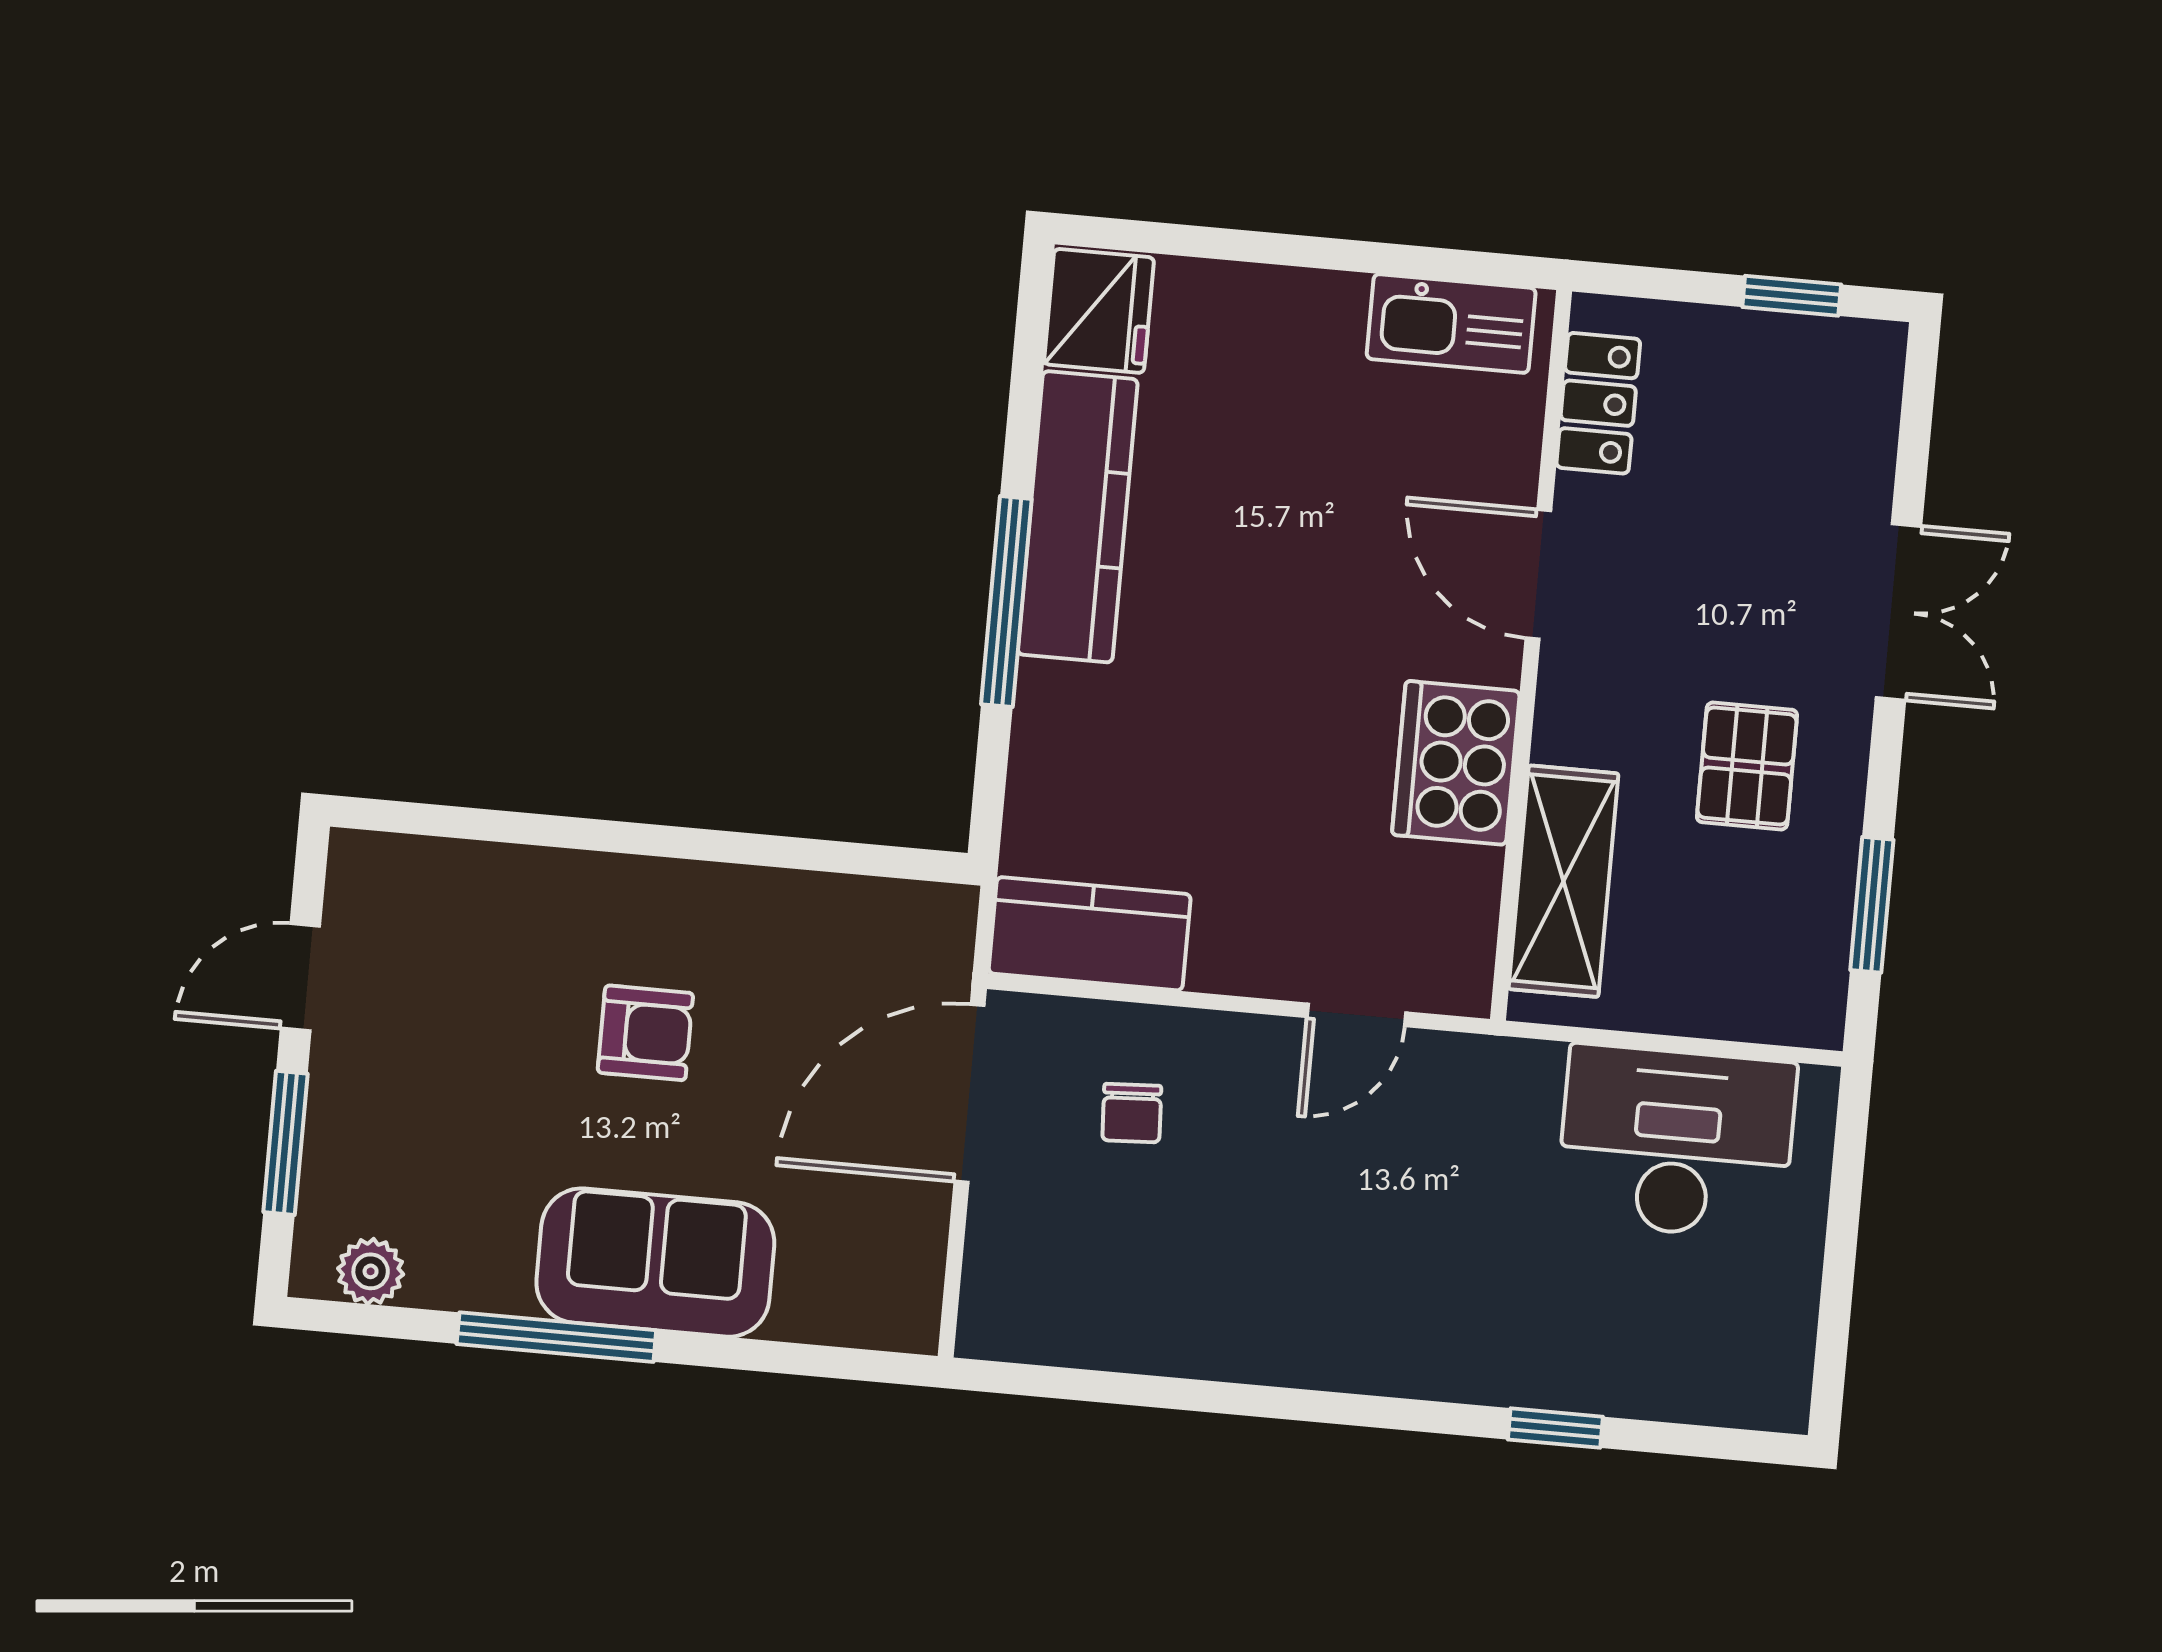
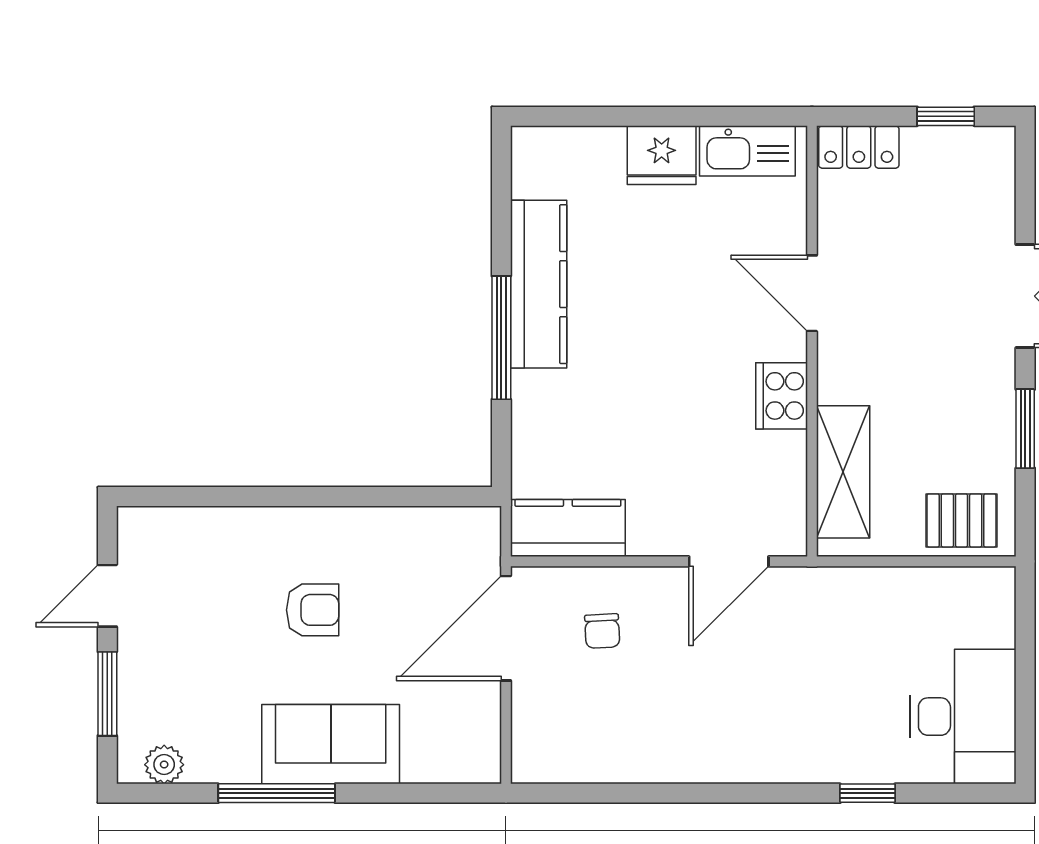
fridge: (1099, 311) -> (662, 155), moved, turned 90
locker: (1598, 403) -> (859, 147), moved, turned 90
cooker: (1456, 763) -> (782, 396), width x0.73, depth x0.76
pallet: (1747, 766) -> (962, 520), moved, turned 90
window: (1872, 905) -> (1025, 429), moved
door: (1356, 1015) -> (729, 561), width x1.37
desk: (1676, 1142) -> (963, 717), moved, turned 90

